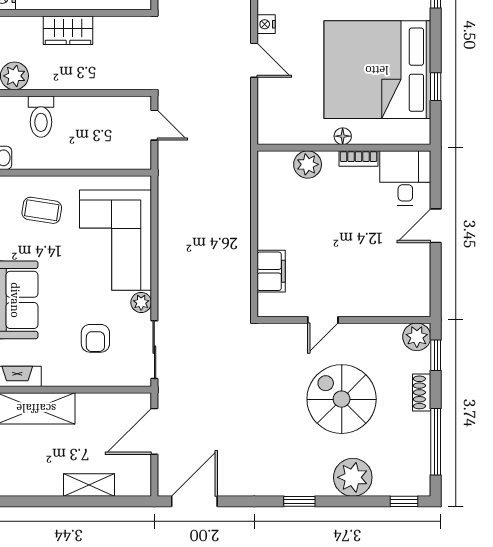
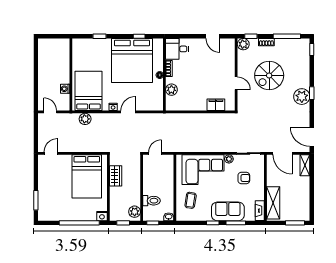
wardrobe: (68, 30) -> (116, 176), moved
door: (436, 226) -> (213, 36), moved
plant: (353, 477) -> (302, 97), moved
shelving: (89, 485) -> (305, 165), moved

